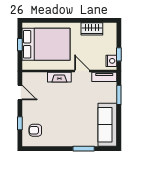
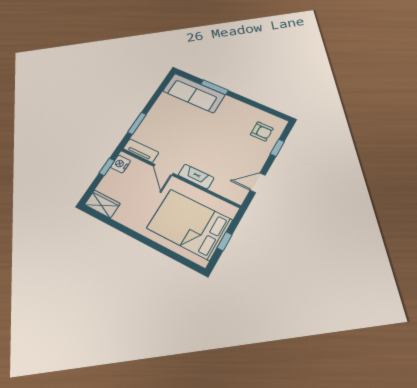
wardrobe: (92, 29) -> (102, 204), moved
door: (20, 93) -> (258, 183), hinge flipped
sofa: (107, 125) -> (194, 93), moved, turned 90

